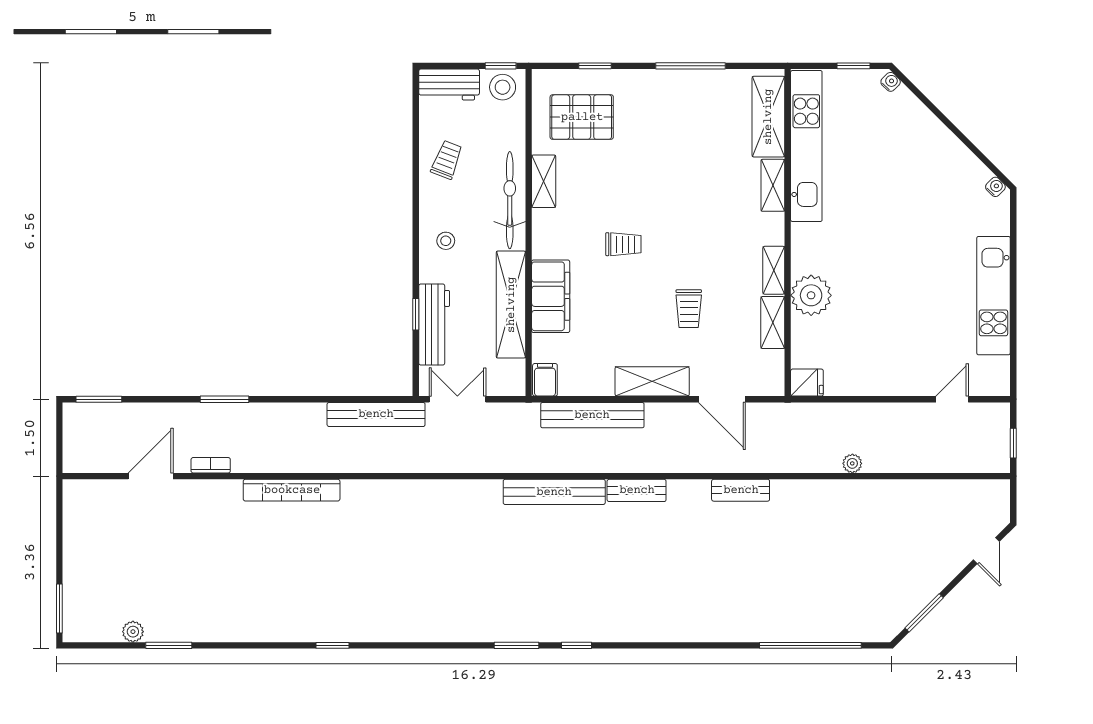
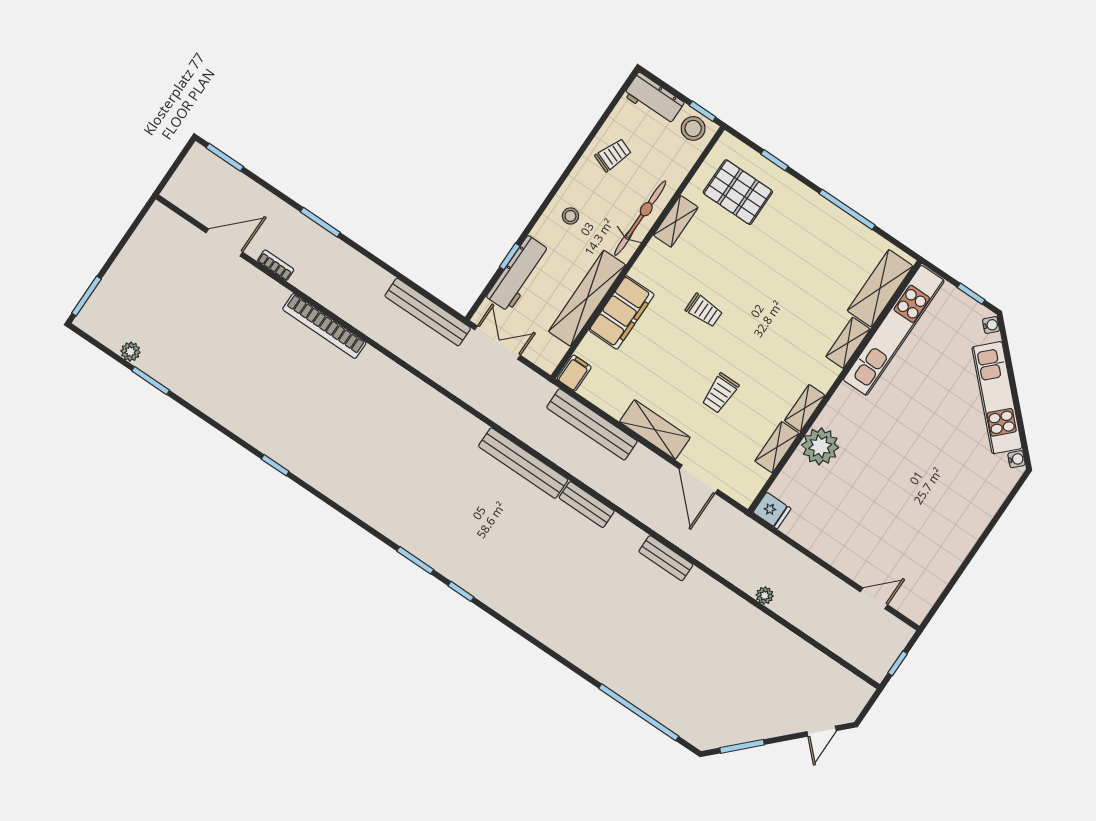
kitchen unit: (993, 296) -> (997, 398), moved, turned -45

